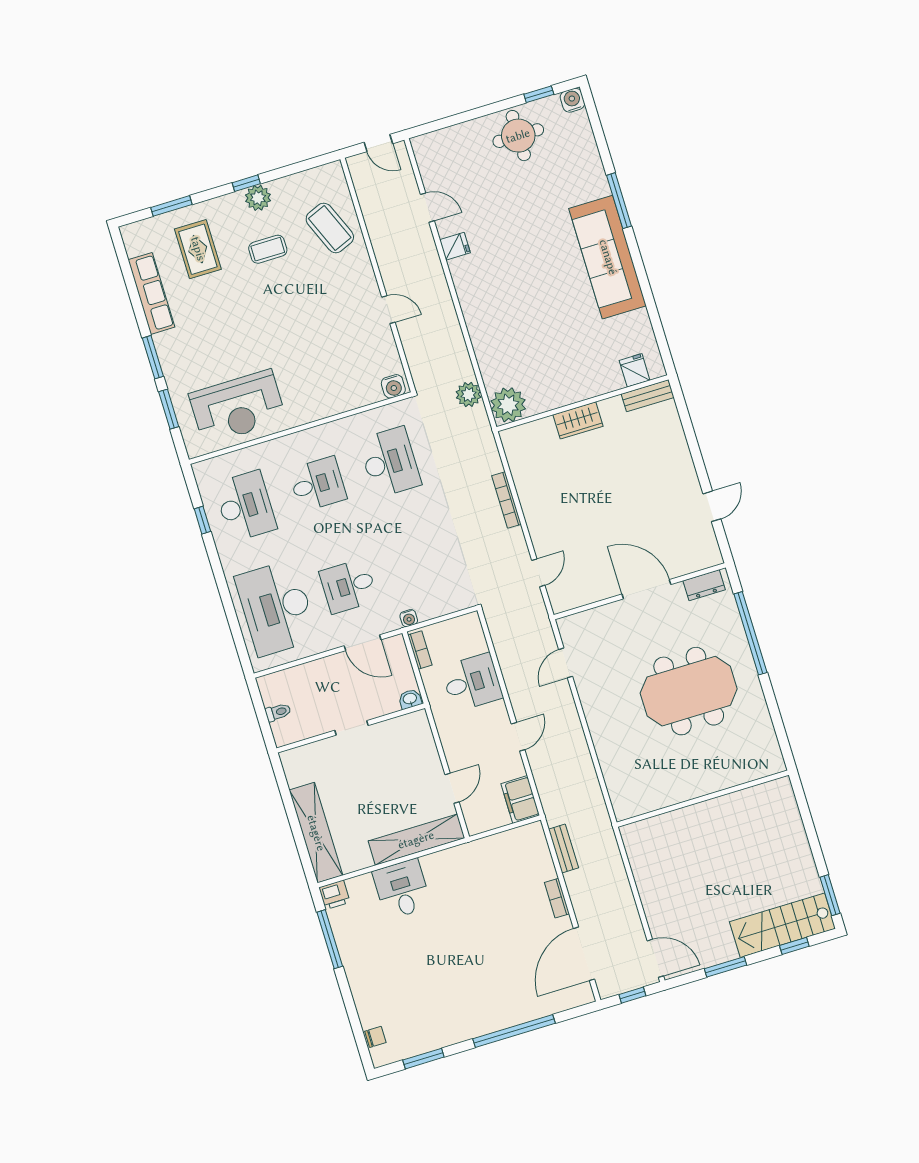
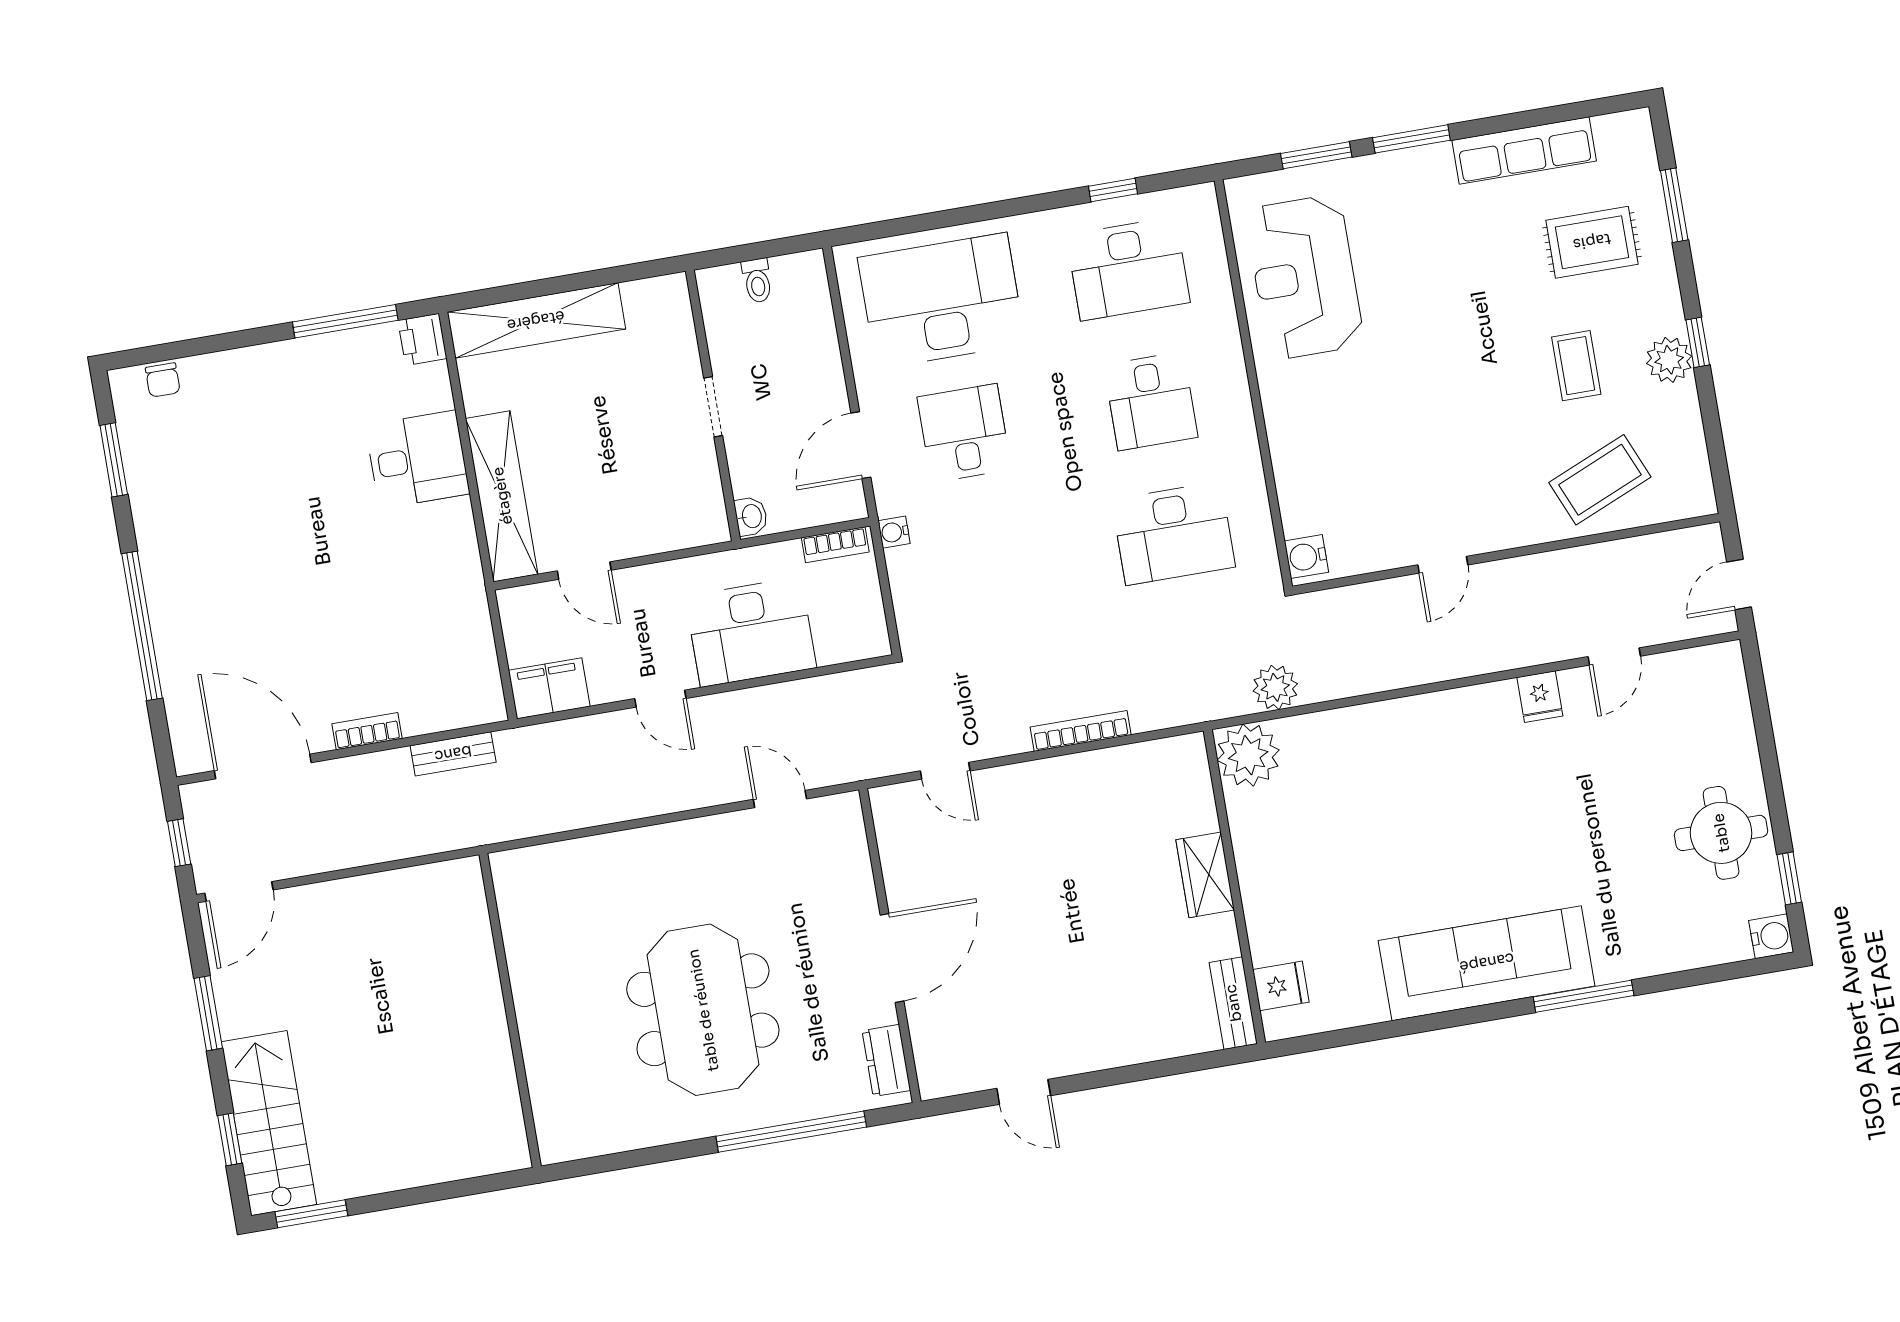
desk: (472, 682) -> (751, 632), width x1.37

